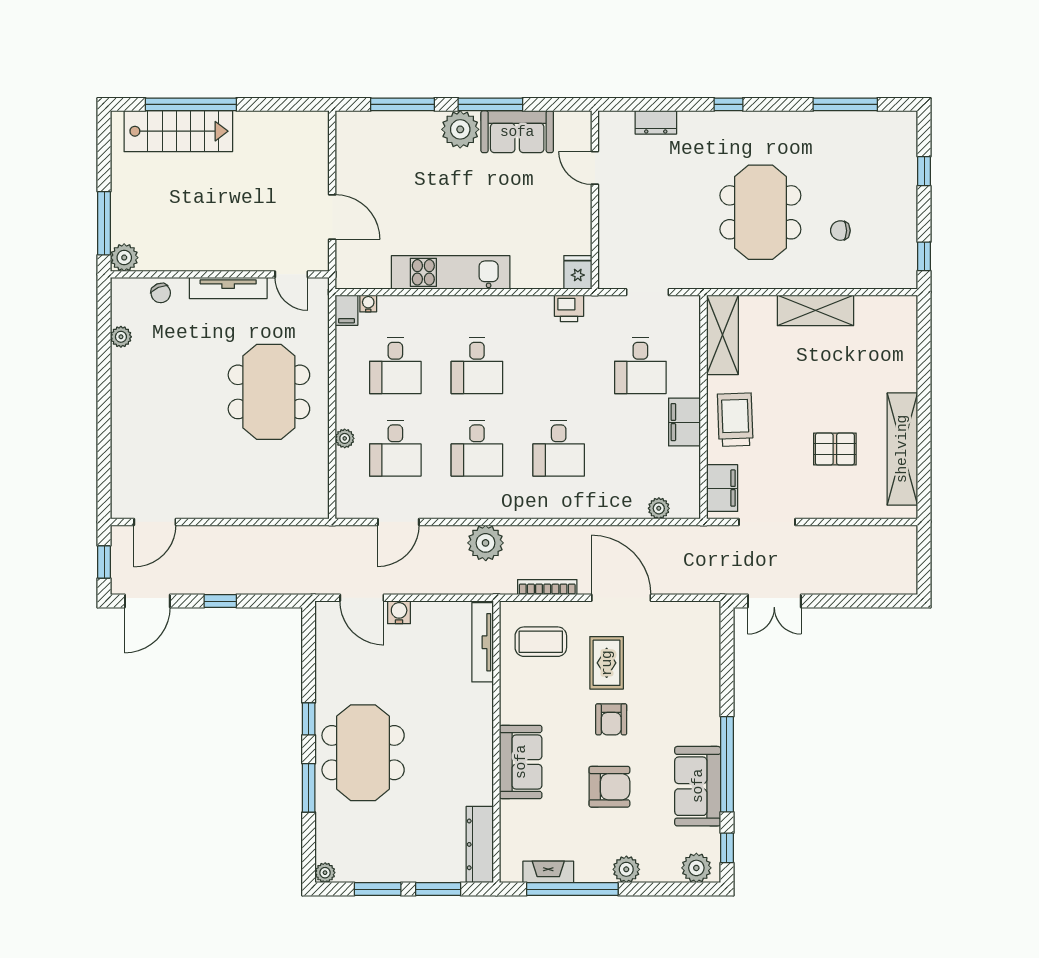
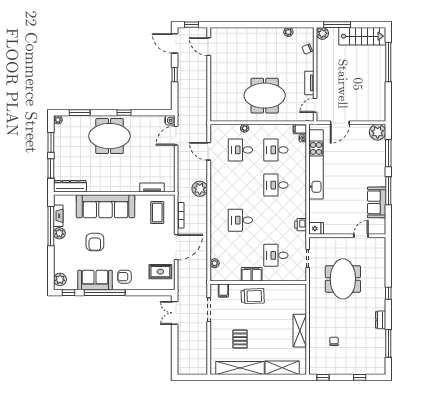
dresser: (656, 122) -> (381, 320), moved
plant: (460, 129) -> (378, 132), moved
stairs: (178, 131) -> (362, 36), moved, turned -90
meeting table: (760, 212) -> (343, 279), moved, turned 90
kitchen unit: (451, 272) -> (316, 164), width x1.36
tv unit: (228, 288) -> (309, 83), width x0.71
shelving: (722, 335) -> (282, 368), moved
desk: (477, 448) -> (240, 185), removed
filing cabinet: (722, 488) -> (223, 290), width x0.50
water cooler: (399, 612) -> (170, 120), moved
tv unit: (483, 642) -> (152, 187), width x0.71
rug: (607, 663) -> (160, 272), moved
armchair: (611, 719) -> (124, 277), moved
sofa: (521, 762) -> (105, 206), width x1.85, depth x1.27
window: (309, 788) -> (80, 113), moved
plant: (626, 869) -> (59, 233), moved

